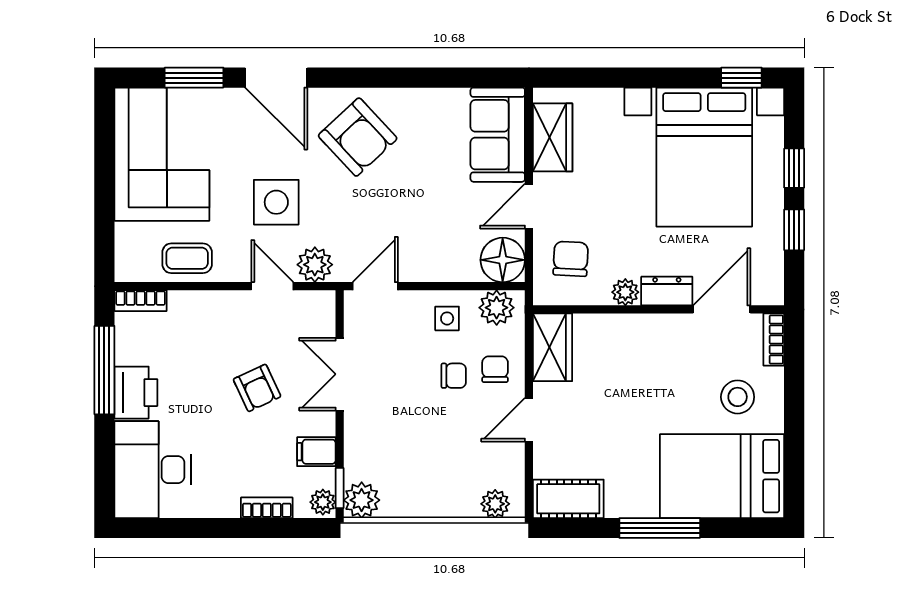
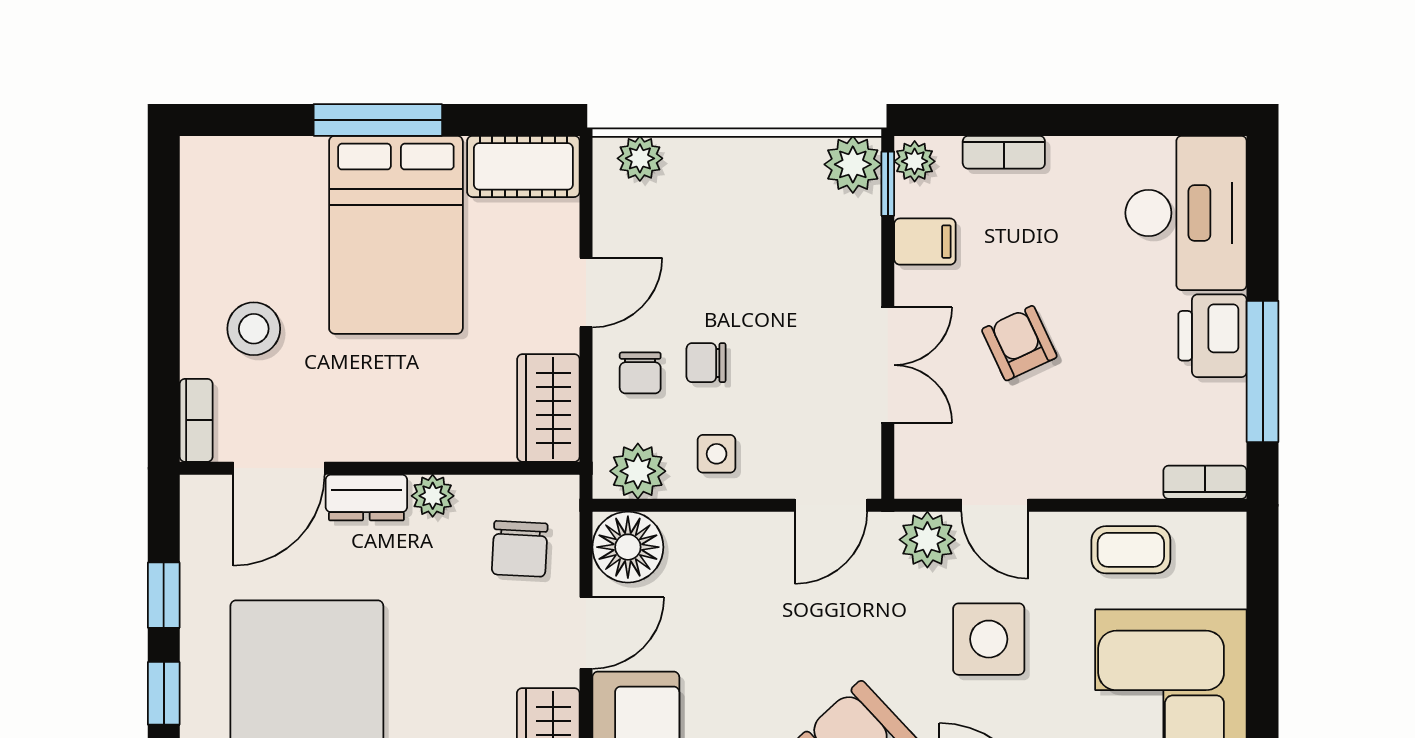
bed: (722, 476) -> (396, 235), moved, turned 90

